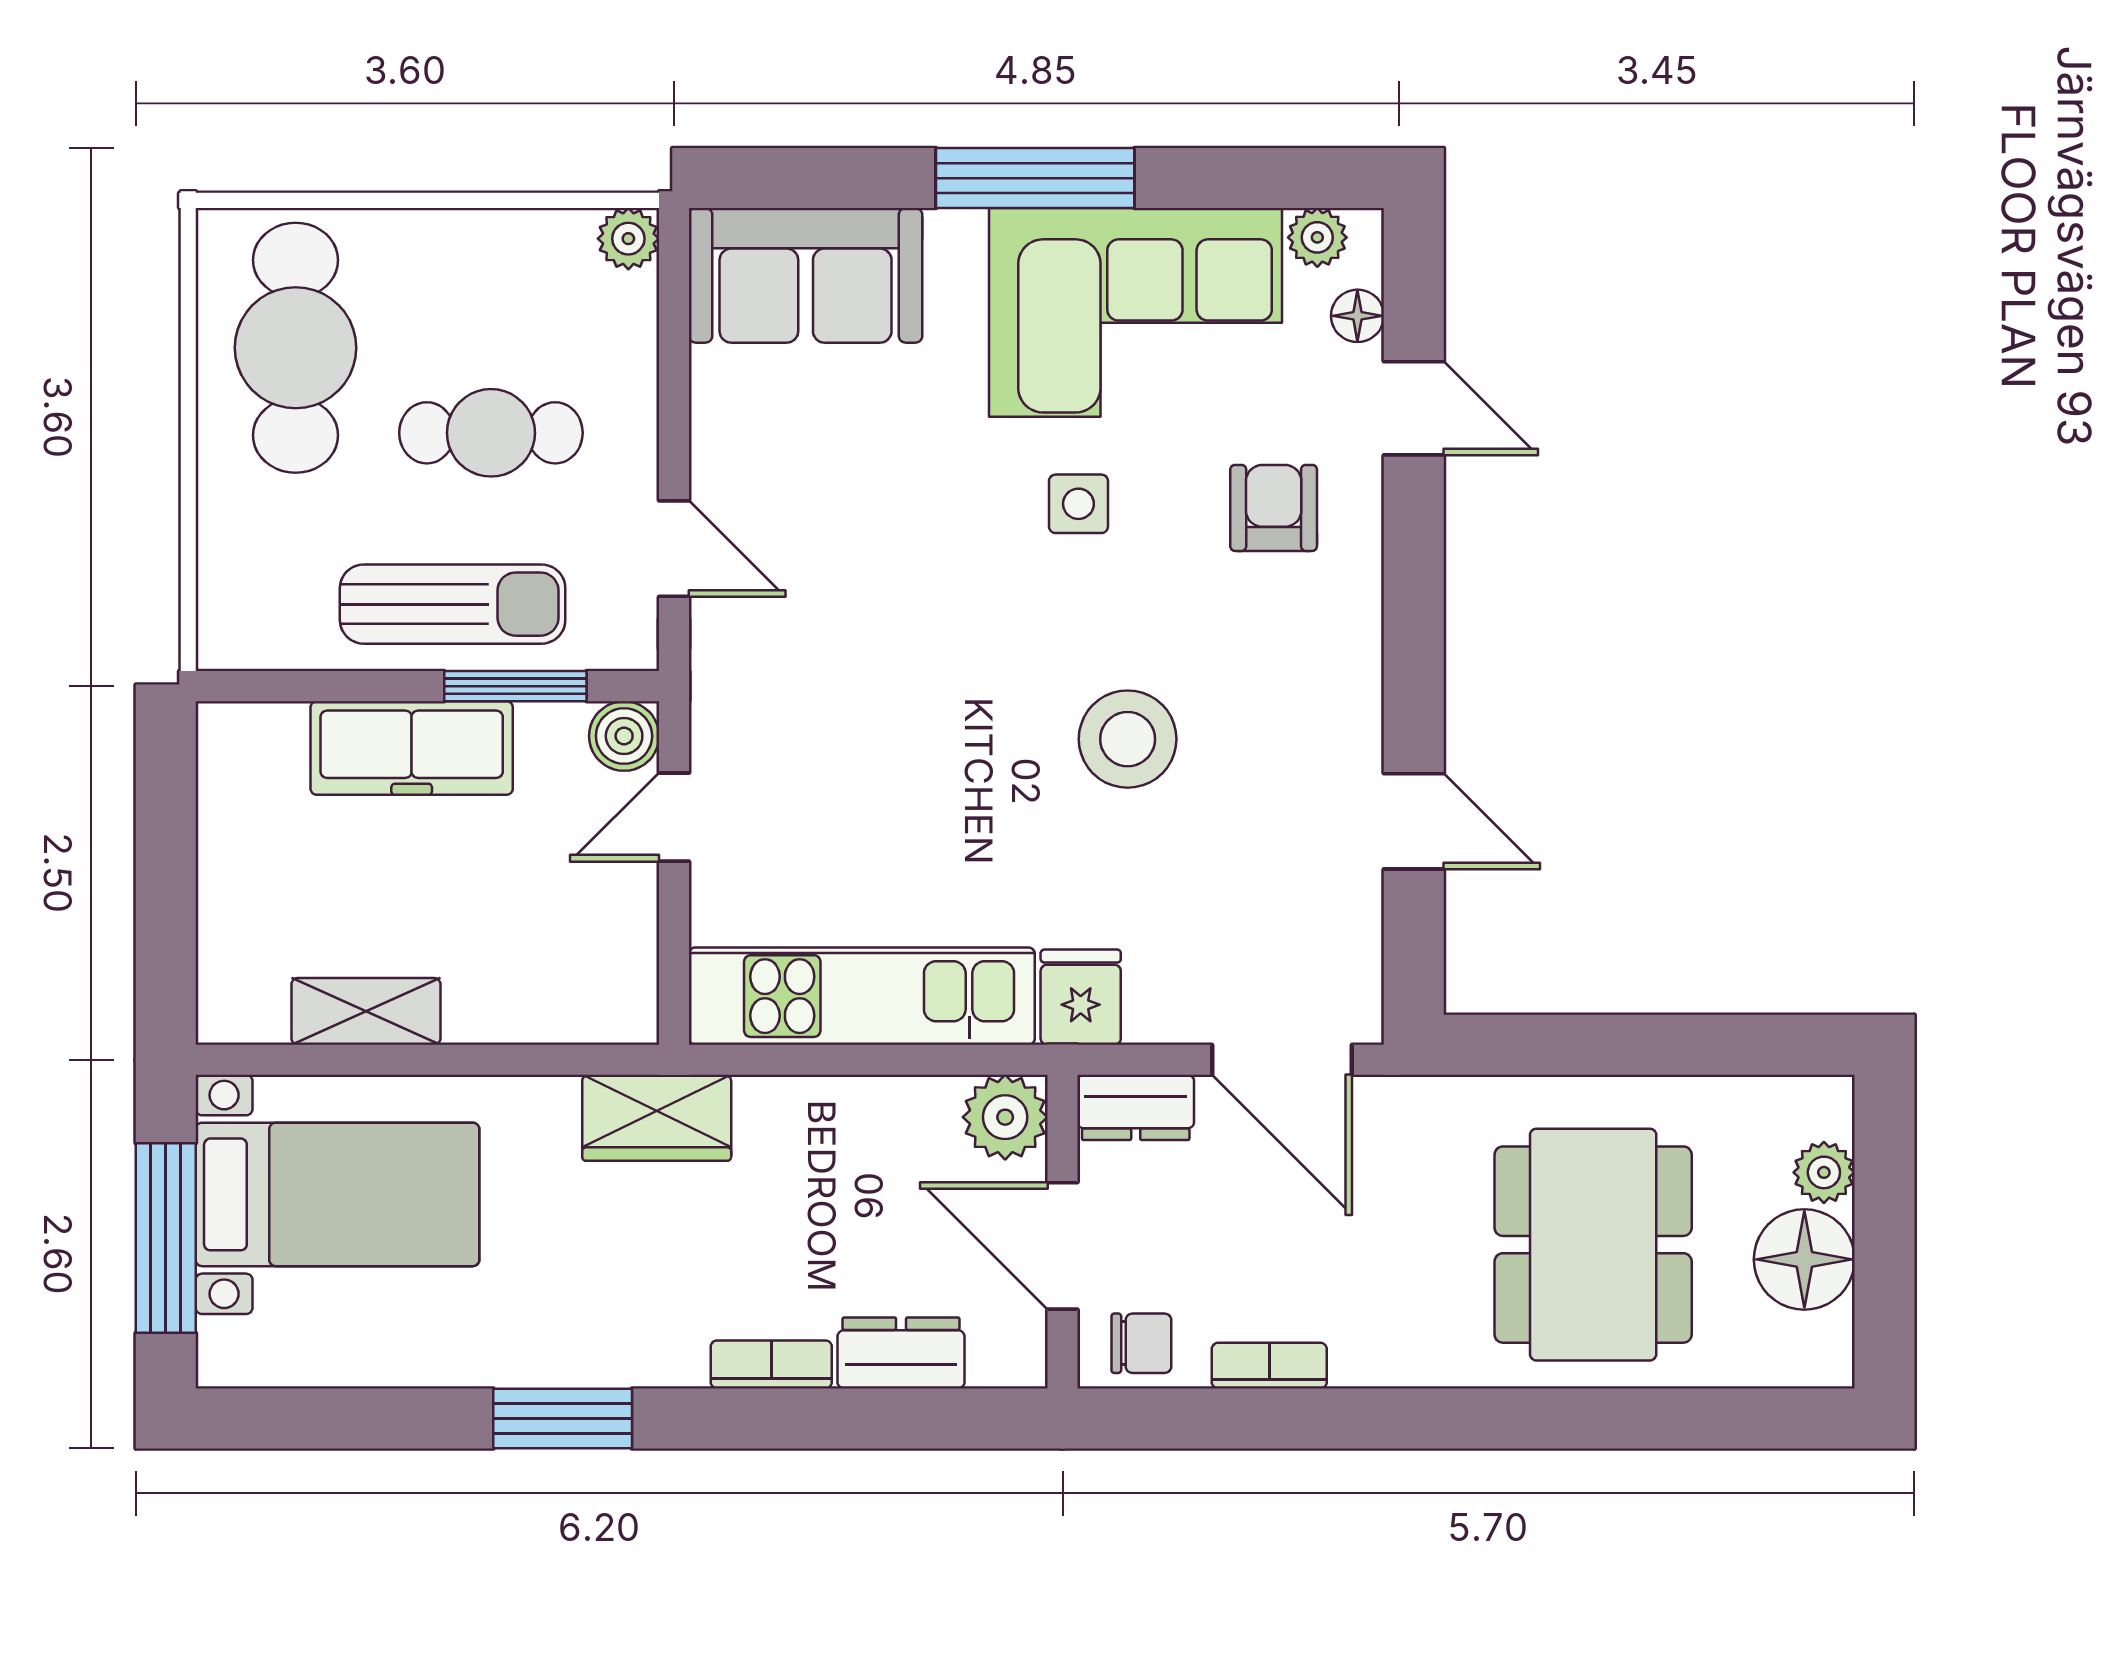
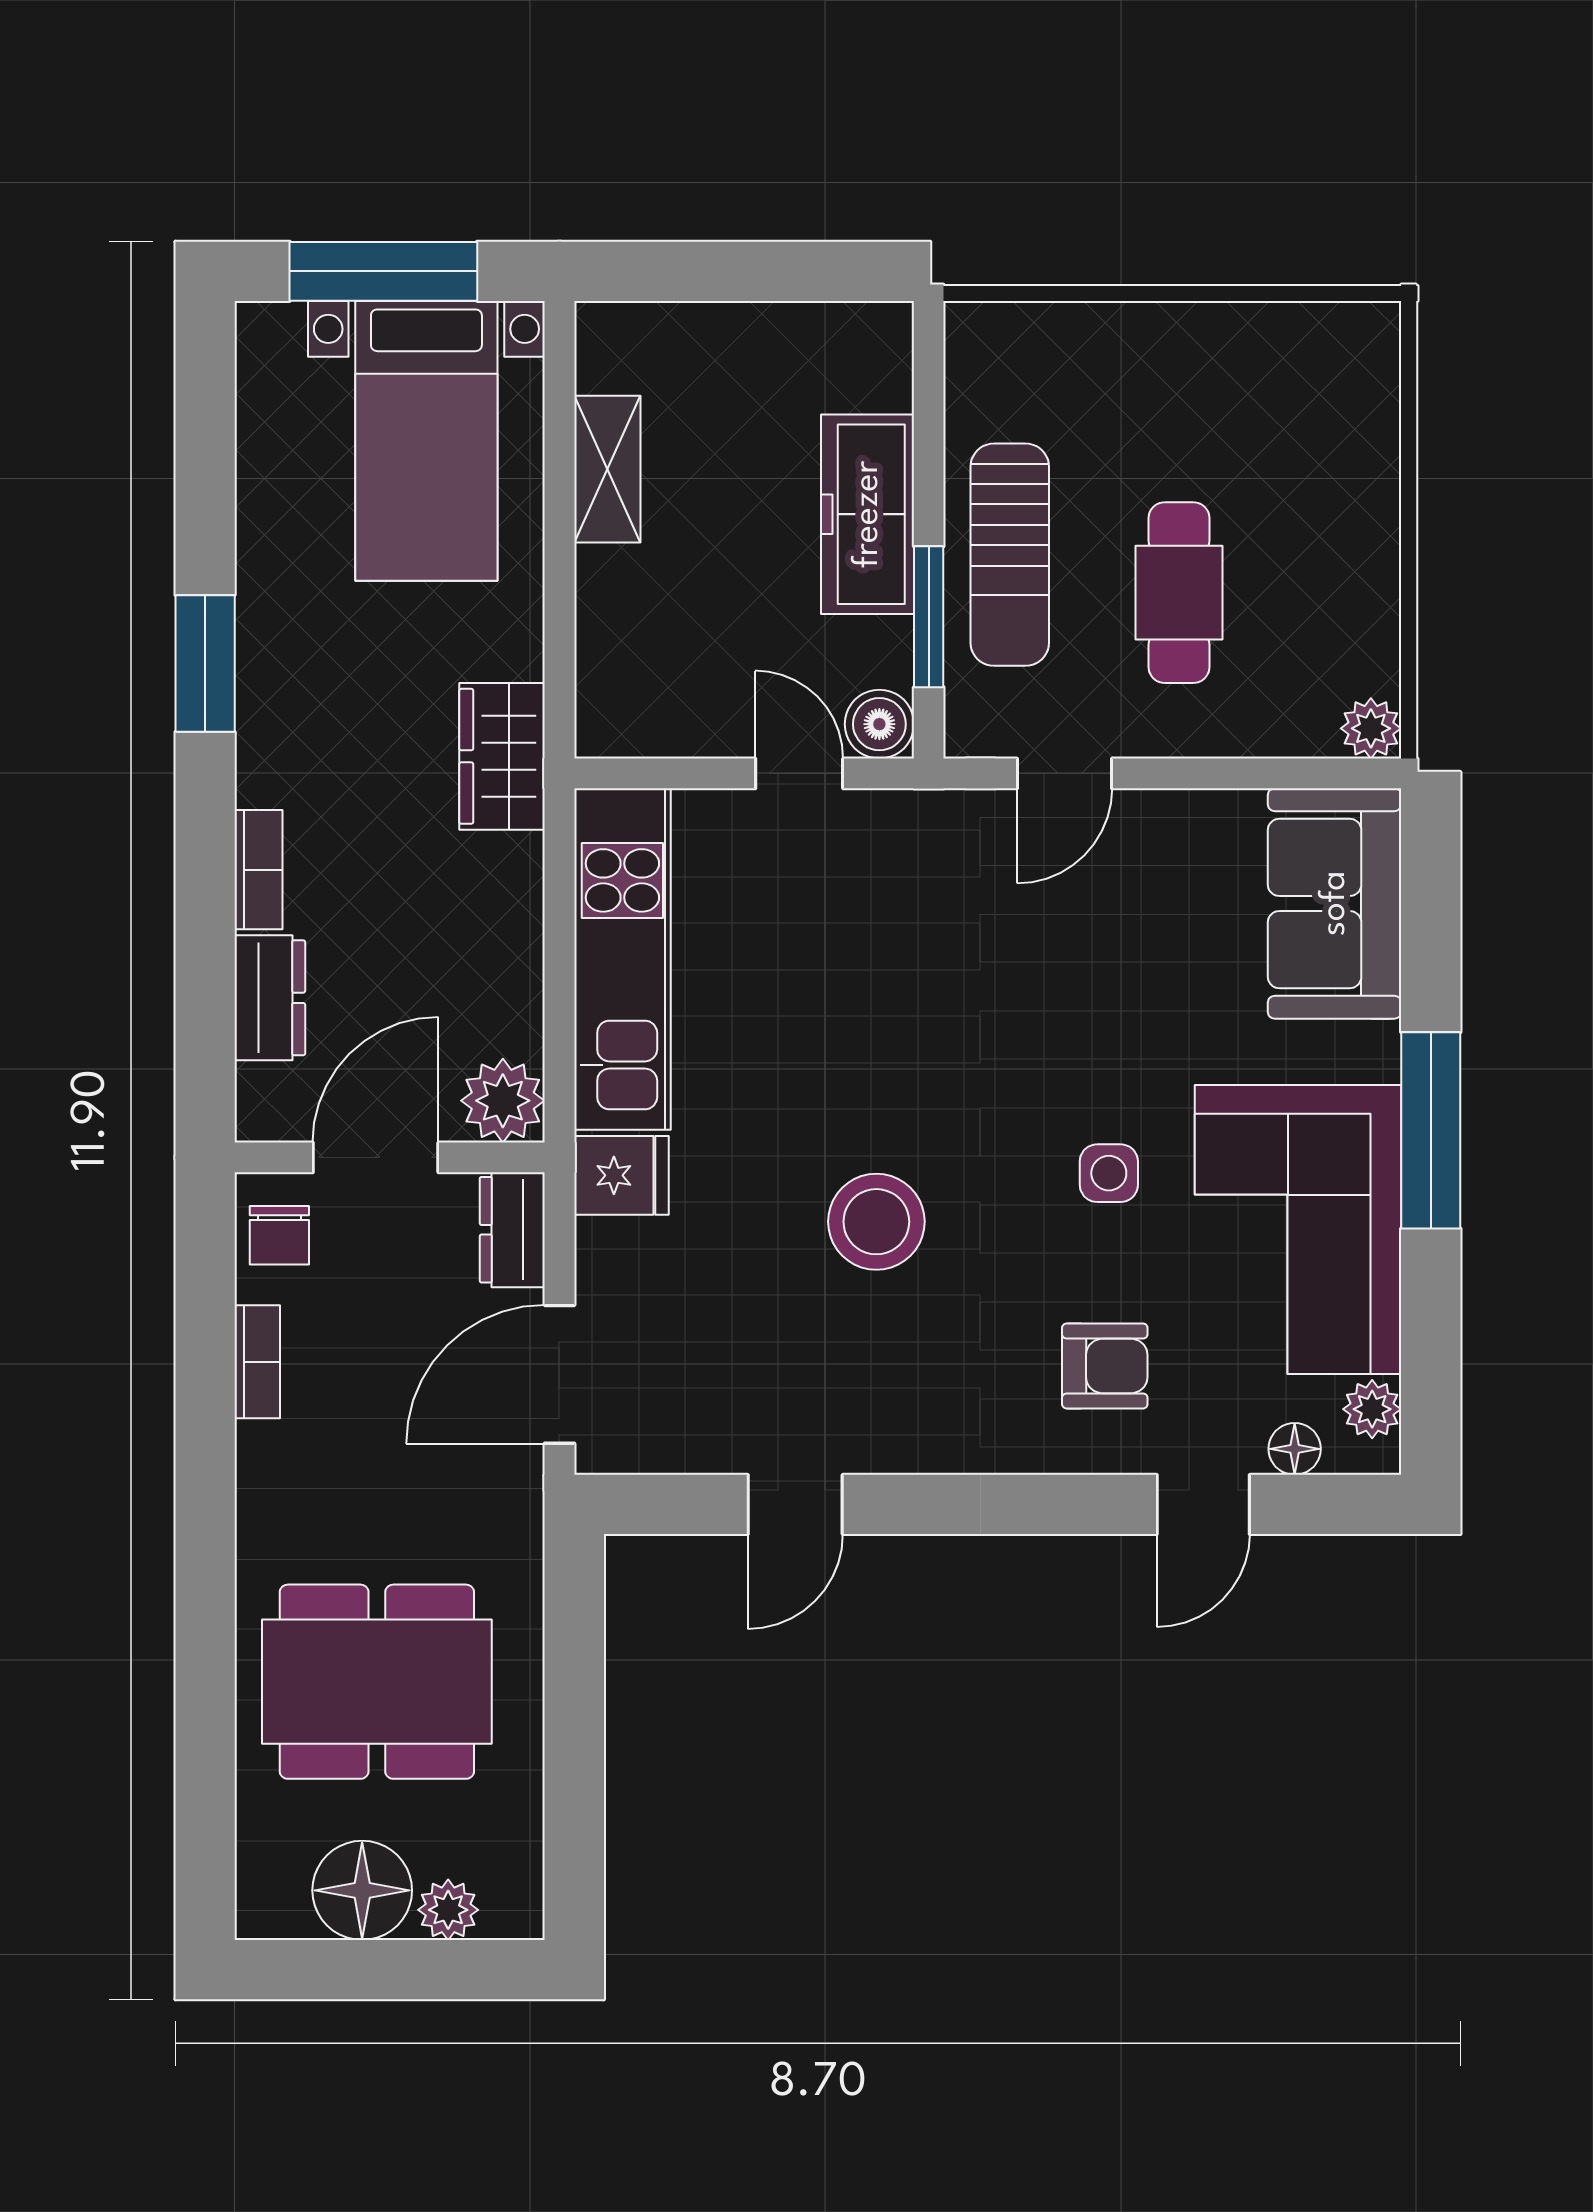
cafe table: (296, 348) -> (1263, 400), removed

